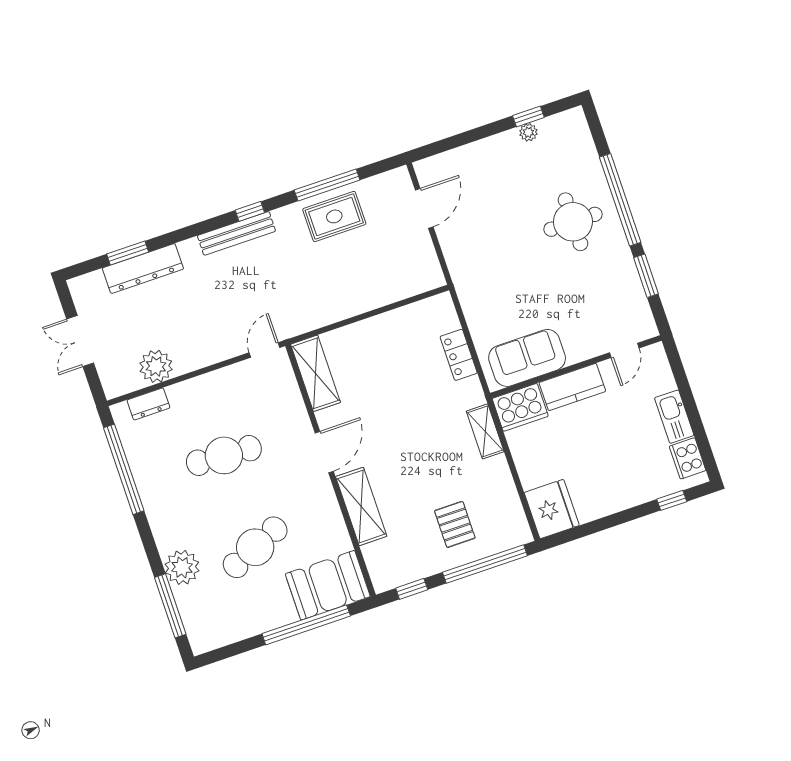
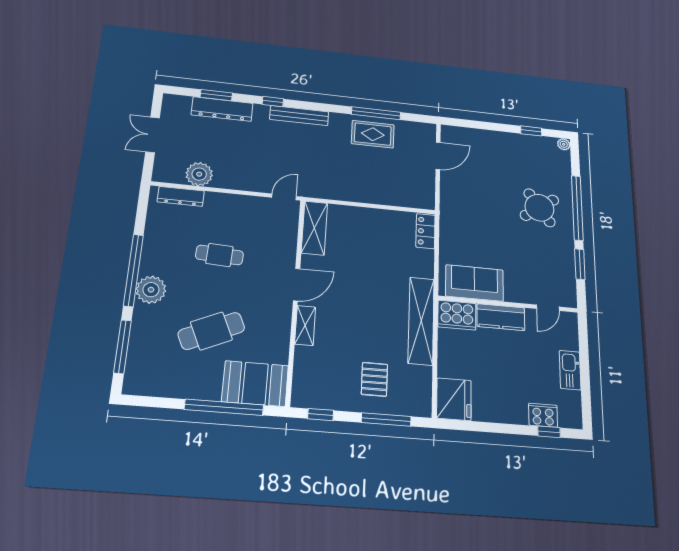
plant: (528, 132) -> (564, 144), moved
window: (250, 211) -> (273, 102), moved
round table: (573, 222) -> (539, 208), turned -35
locker: (459, 355) -> (426, 231), moved
dresser: (148, 404) -> (181, 196), width x1.44
shelving: (485, 431) -> (421, 321), width x2.20, depth x1.33
cafe table: (224, 455) -> (219, 255), width x0.73, depth x0.74
cooker: (688, 458) -> (543, 415), moved, turned 90
window: (124, 469) -> (133, 270), moved
shelving: (361, 506) -> (305, 325), width x0.67, depth x0.75
window: (485, 564) -> (386, 419), width x0.68
plant: (182, 567) -> (151, 290), moved

